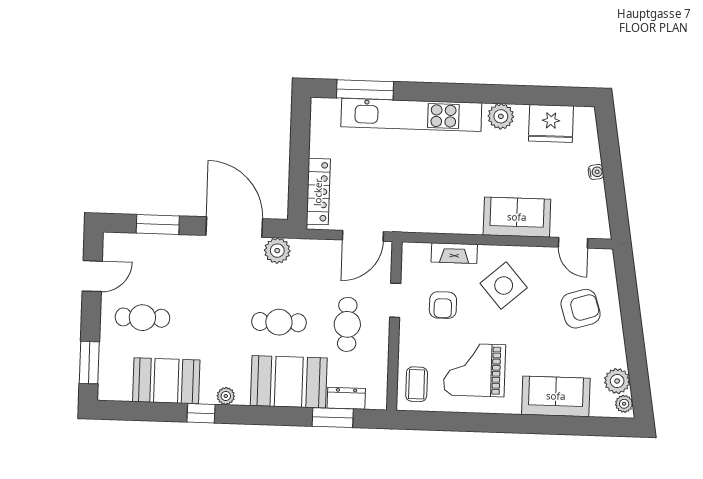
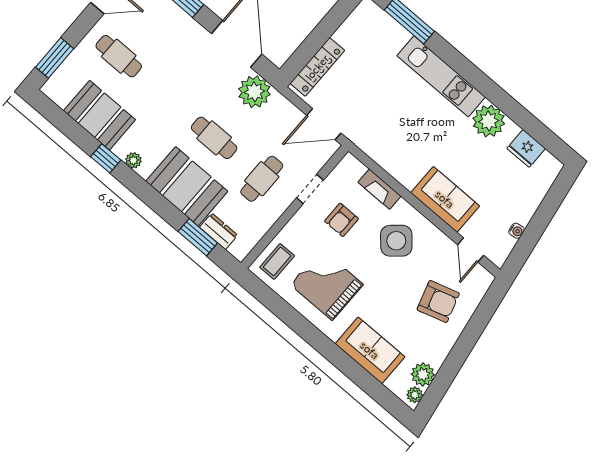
kitchen unit: (411, 115) -> (441, 76), width x0.73
plant: (501, 116) -> (489, 121), width x1.36, depth x1.36
fridge: (551, 123) -> (526, 148), width x0.73, depth x0.75
water cooler: (596, 172) -> (517, 231), moved
plant: (277, 251) -> (254, 92), width x1.36, depth x1.36

